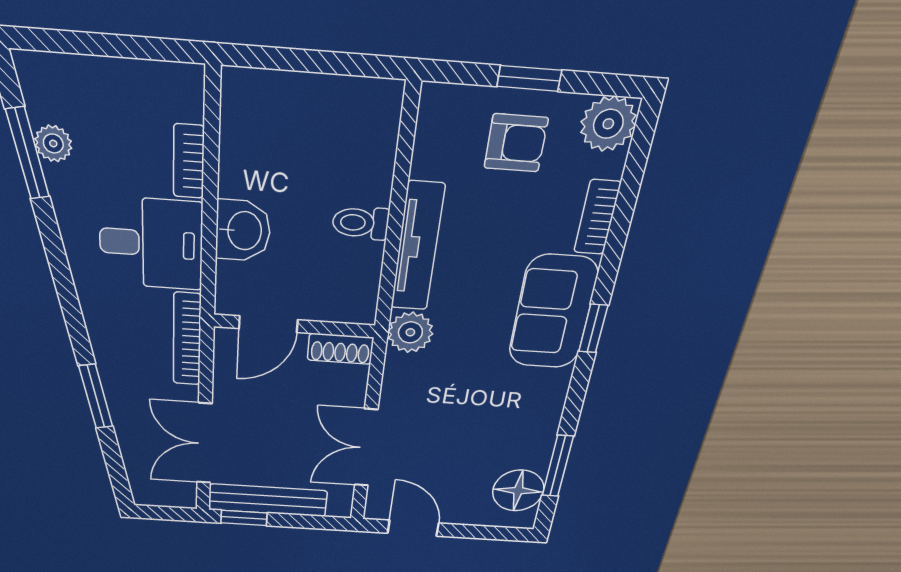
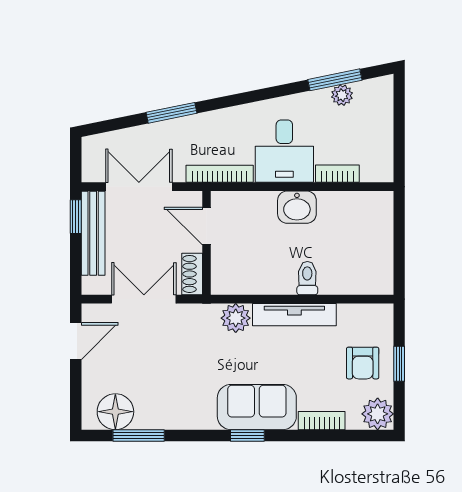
door: (268, 324) -> (207, 226), moved
wall: (294, 326) -> (207, 243), moved
shoe rack: (340, 349) -> (192, 274), moved

